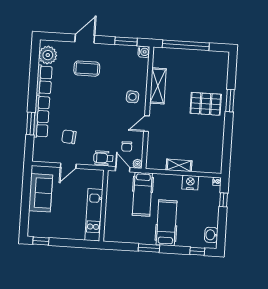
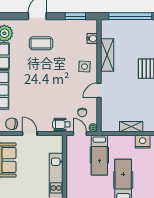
water cooler: (144, 52) -> (92, 38), moved
chair: (69, 137) -> (12, 124), moved
door: (68, 166) -> (30, 134), swing flipped

